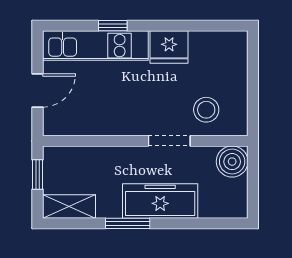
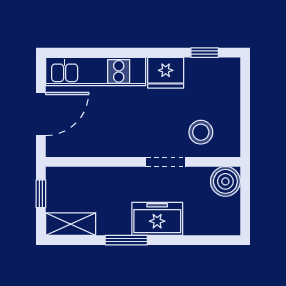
window: (113, 26) -> (205, 53), moved
door: (37, 90) -> (41, 114), width x1.38
freezer: (160, 201) -> (157, 219), width x0.71

